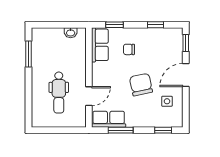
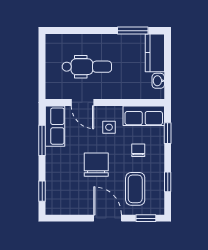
kitchen counter: (47, 36) -> (155, 53), added
coffee table: (161, 52) -> (135, 189), added
chair: (141, 85) -> (96, 165), turned -78
dental chair: (59, 93) -> (87, 67), turned 180
side table: (167, 101) -> (109, 127), moved

